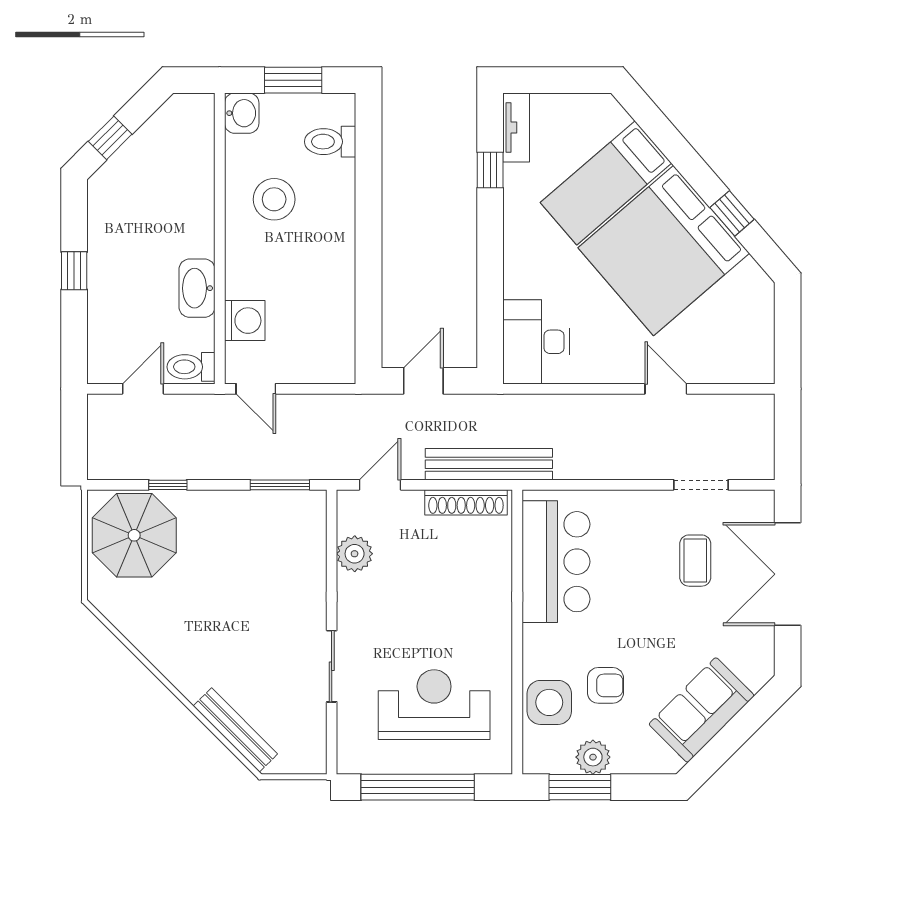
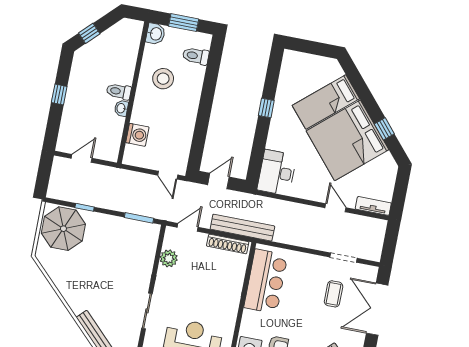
tv unit: (516, 127) -> (373, 206), moved, turned -90
window: (490, 170) -> (266, 108), moved
washbasin: (197, 288) -> (121, 108), width x0.52, depth x0.69
toilet: (191, 367) -> (119, 91), moved
door: (256, 389) -> (168, 175), moved

